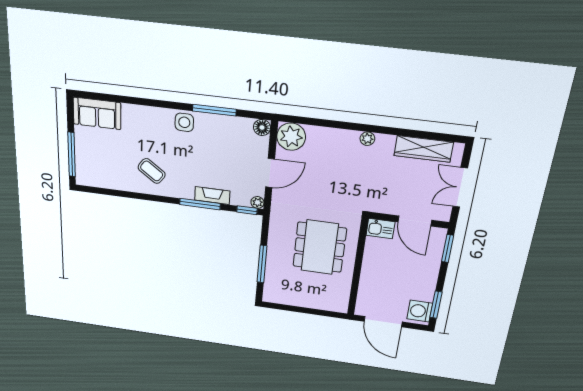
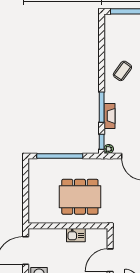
kitchen sink: (380, 229) -> (76, 235), moved, turned -90
window: (262, 264) -> (60, 156), width x1.46

